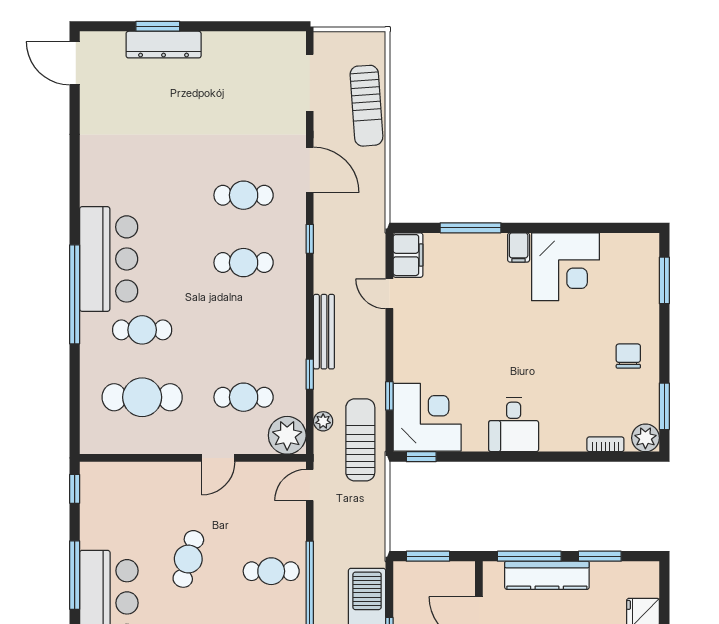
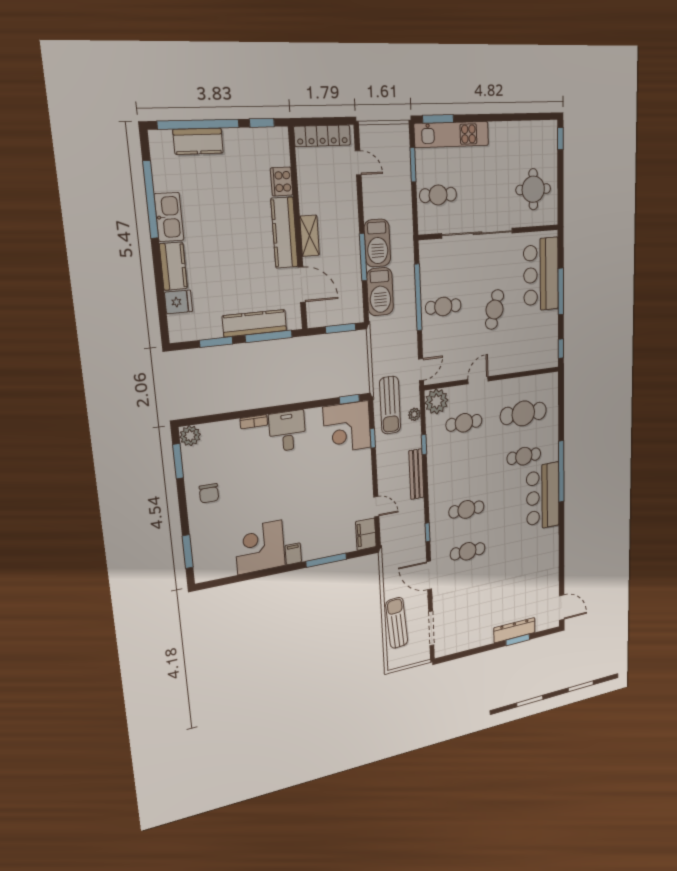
bookcase: (605, 444) -> (254, 422), moved

